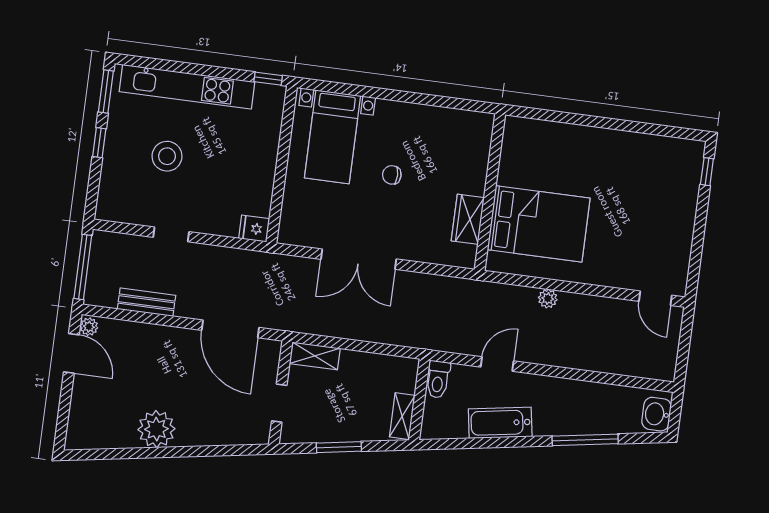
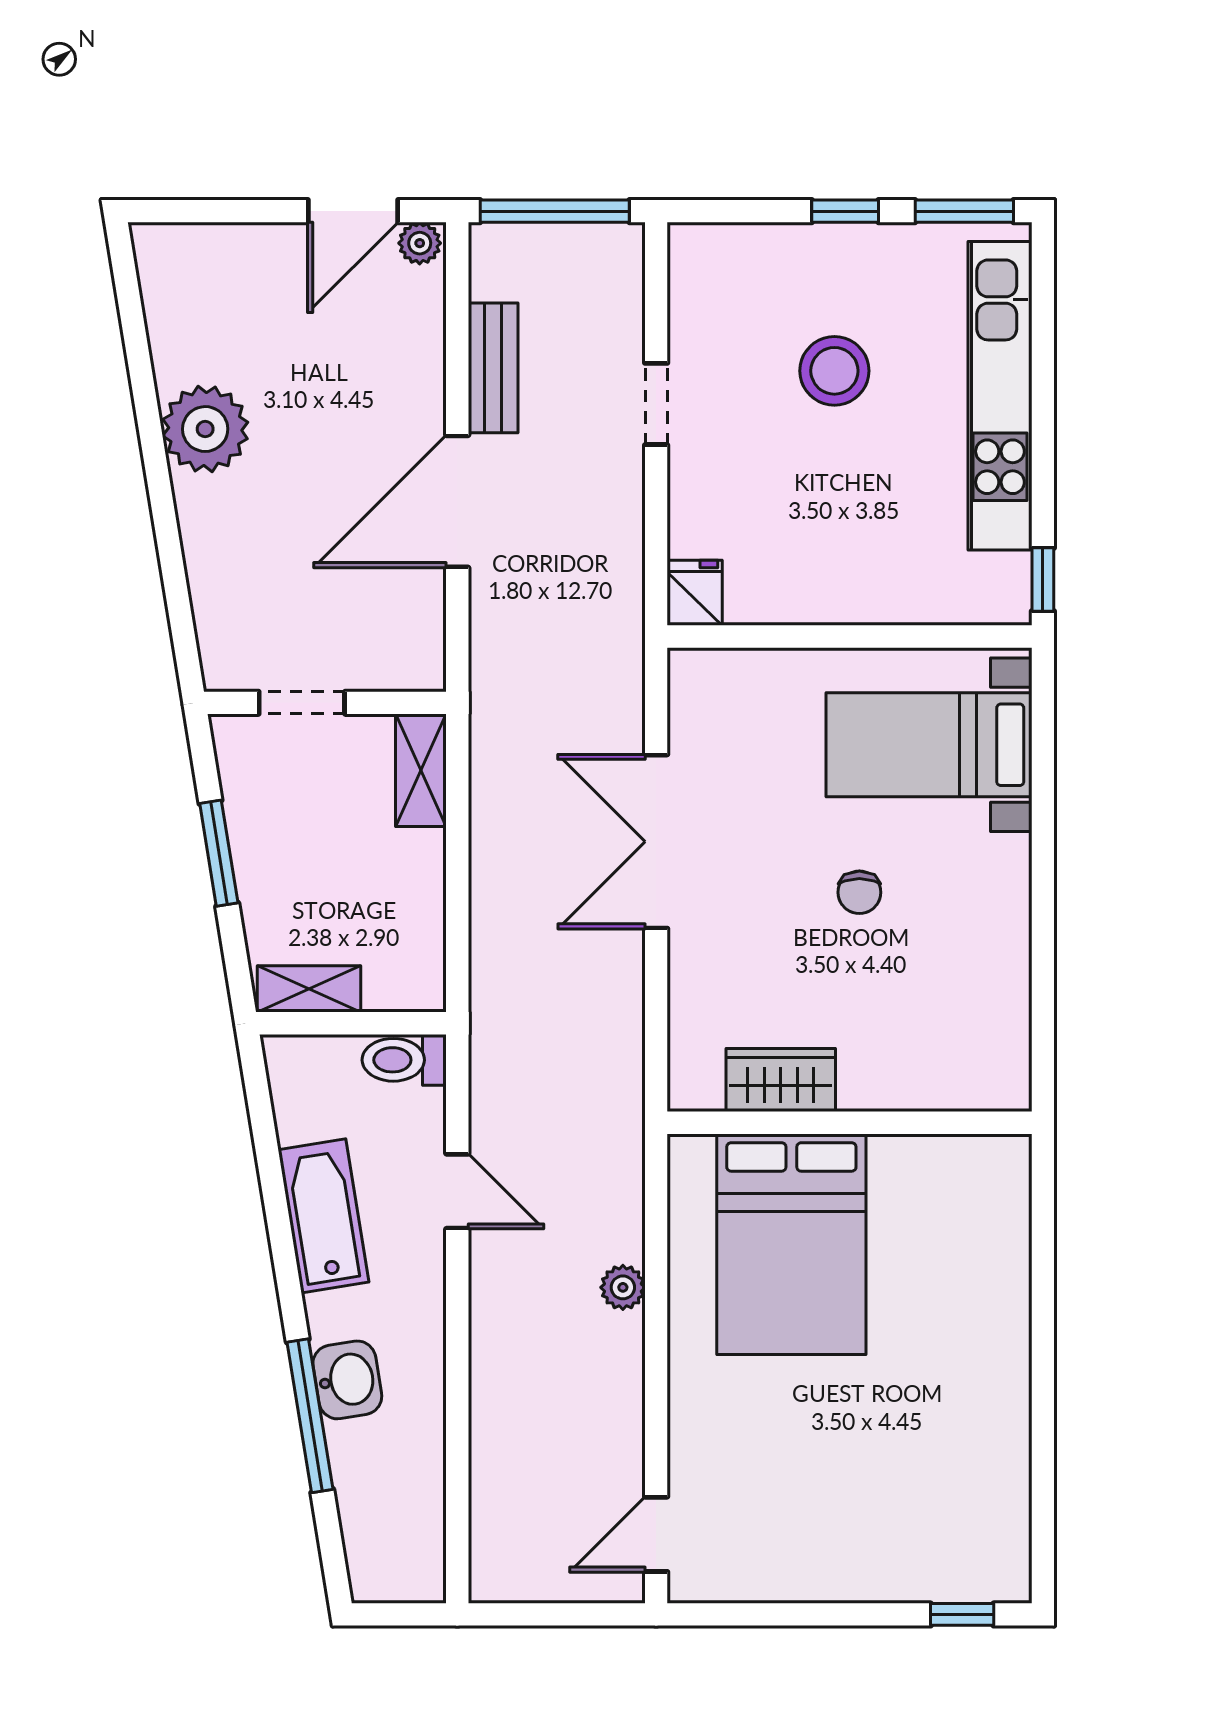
chair: (392, 175) -> (859, 892), turned 180
door: (230, 329) -> (457, 501), moved
washbasin: (656, 414) -> (347, 1380), moved, turned 81

